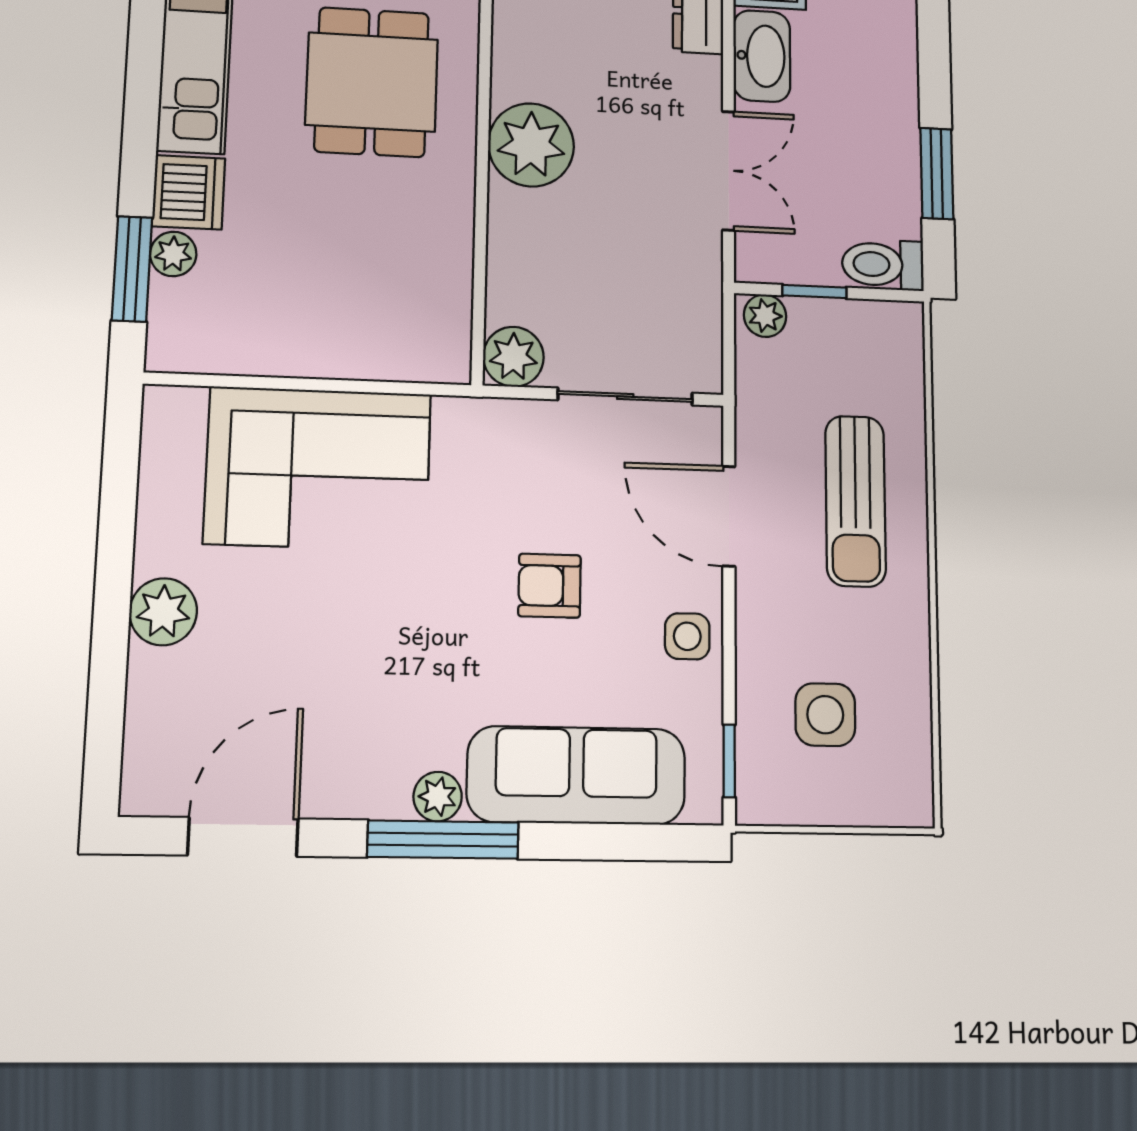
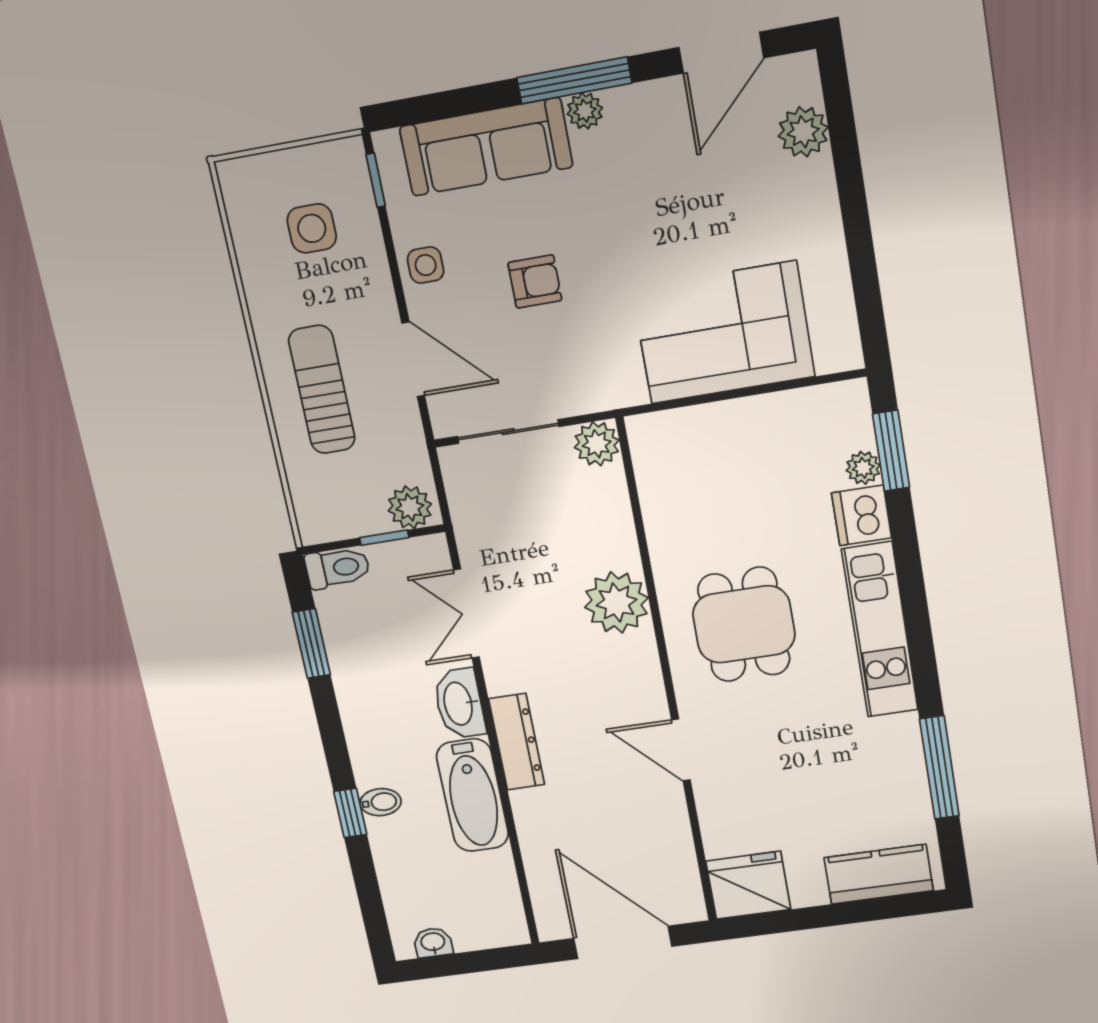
plant: (765, 316) -> (410, 507), width x1.38, depth x1.38
plant: (163, 612) -> (803, 132), moved

